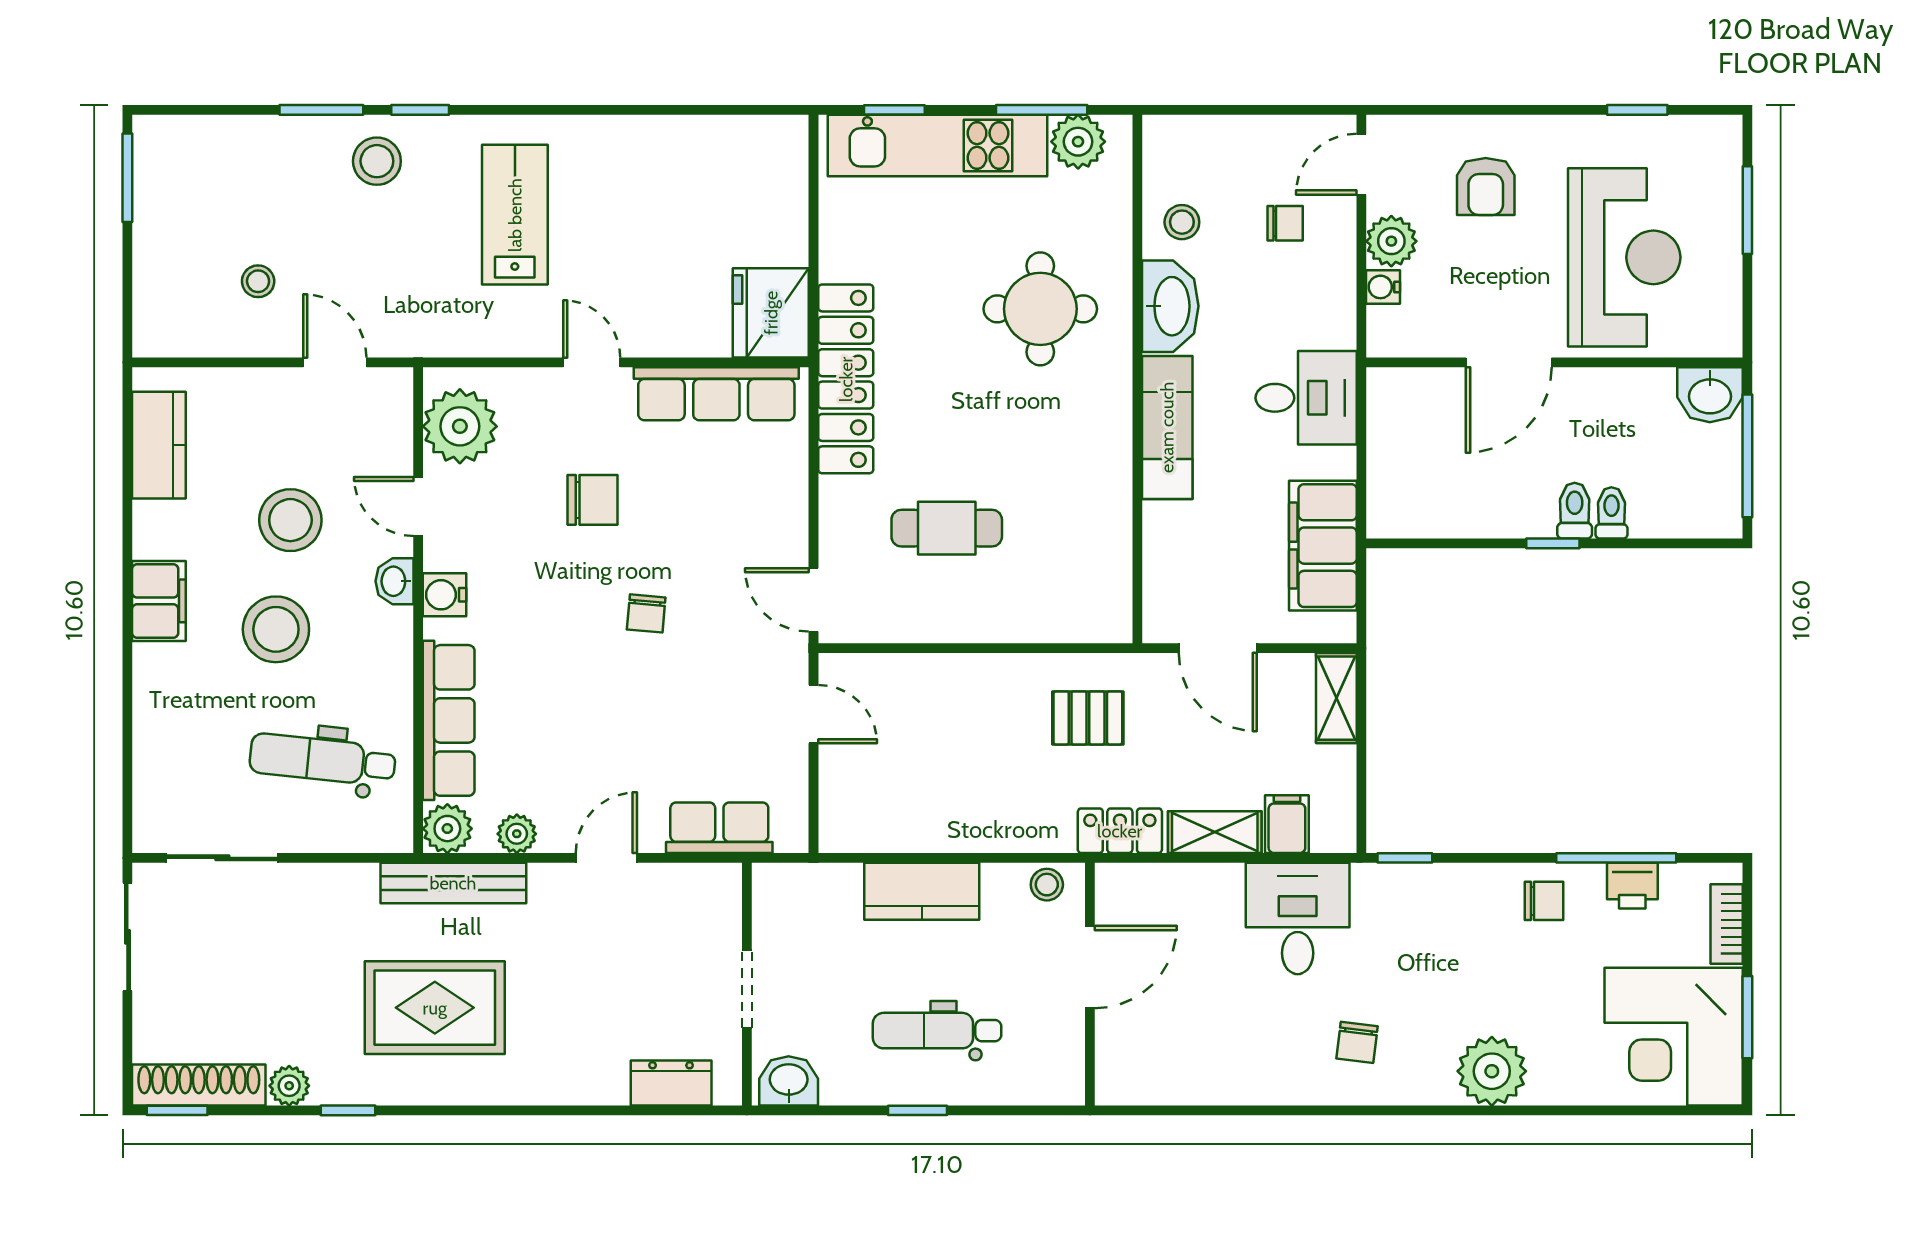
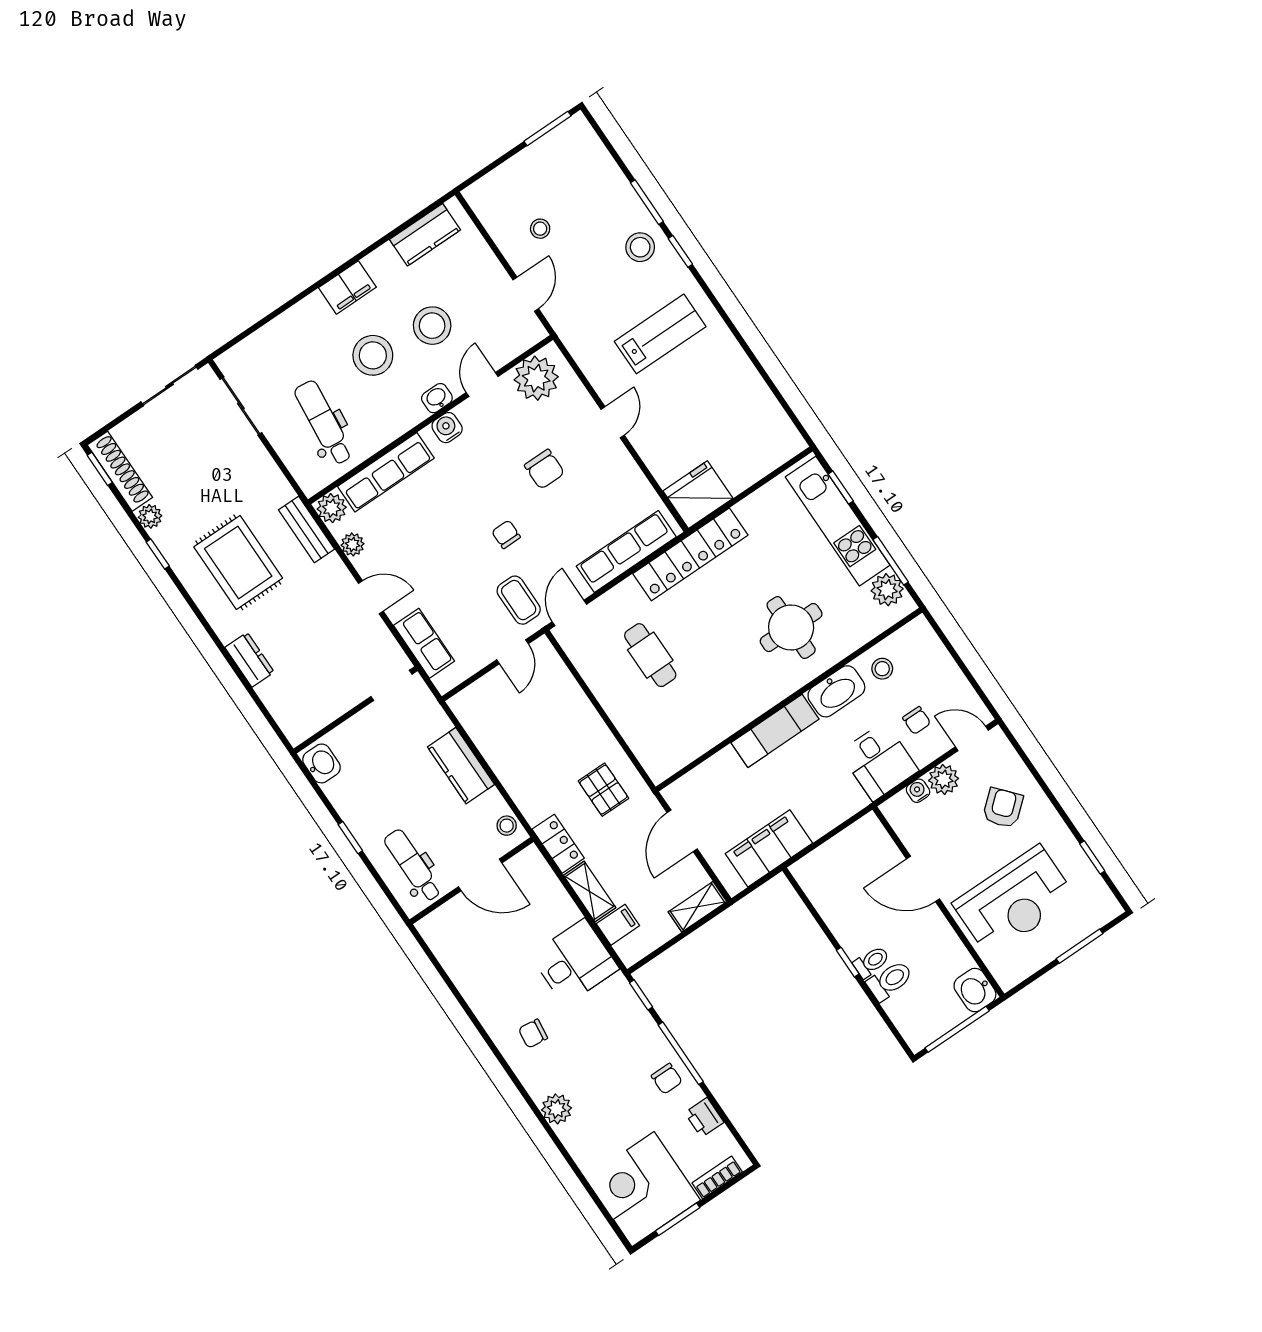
armchair: (1486, 186) -> (1003, 808), turned 139
row of seats: (716, 394) -> (626, 552), moved, turned 90
desk: (1306, 398) -> (879, 761), moved
toilet: (1611, 513) -> (890, 981), width x1.37, depth x1.39
chair: (646, 613) -> (506, 534), turned 85
coffee table: (748, 657) -> (519, 600), added
window: (1616, 858) -> (681, 1053), moved
bench: (453, 883) -> (307, 529), width x0.73
doorway: (747, 989) -> (392, 685), moved
dental chair: (937, 1031) -> (413, 865), moved
plant: (1492, 1071) -> (557, 1109), width x0.73, depth x0.73
dresser: (671, 1083) -> (249, 660), moved

